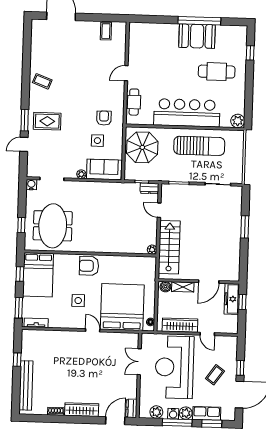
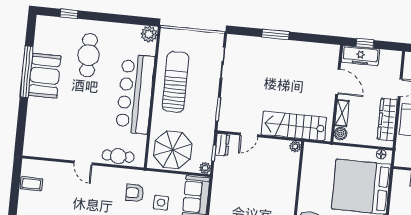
plant: (129, 175) -> (205, 168), added

